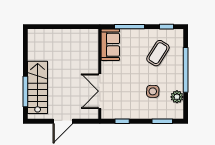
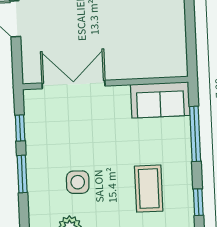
coffee table: (158, 53) -> (149, 189), turned 58
window: (162, 121) -> (22, 174), moved

